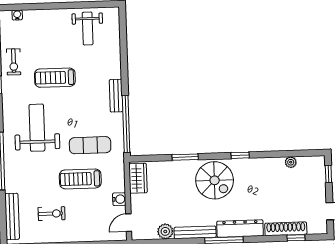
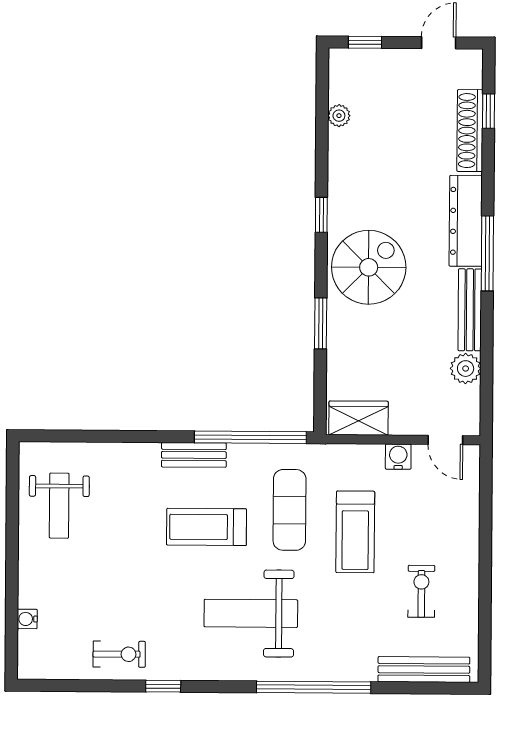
water cooler: (17, 15) -> (27, 619), moved
weight bench: (88, 28) -> (59, 506), turned 90
treadmill: (55, 78) -> (206, 527), moved, turned 90

